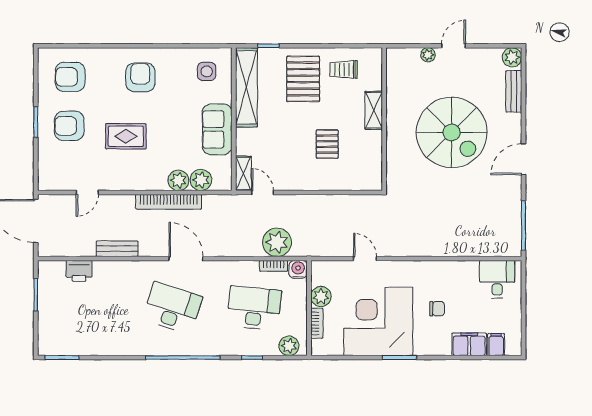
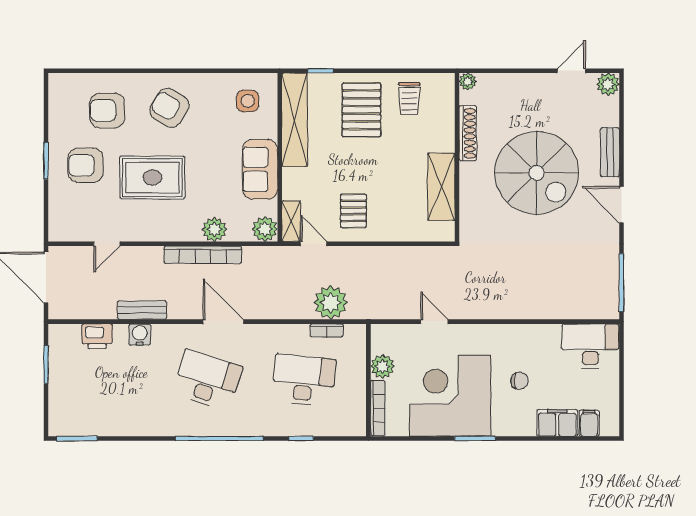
door: (454, 46) -> (571, 71), moved
plant: (428, 55) -> (468, 81), moved
trolley: (344, 70) -> (409, 99), turned -90
armchair: (70, 77) -> (107, 111), moved
armchair: (140, 77) -> (169, 108), turned -59
bench: (514, 91) -> (610, 152), moved
shoe rack: (393, 99) -> (468, 133), added
shelving: (374, 110) -> (441, 187), moved, width x1.50, depth x1.33
rug: (126, 136) -> (152, 177), width x1.36, depth x1.43
pallet: (327, 144) -> (353, 211), moved
door: (524, 159) -> (621, 205), hinge flipped
plant: (201, 180) -> (265, 229), moved
water cooler: (298, 269) -> (140, 335), moved
desk: (497, 279) -> (590, 346), width x1.37
bookcase: (317, 323) -> (378, 408), width x1.56
plant: (289, 346) -> (345, 425), removed

